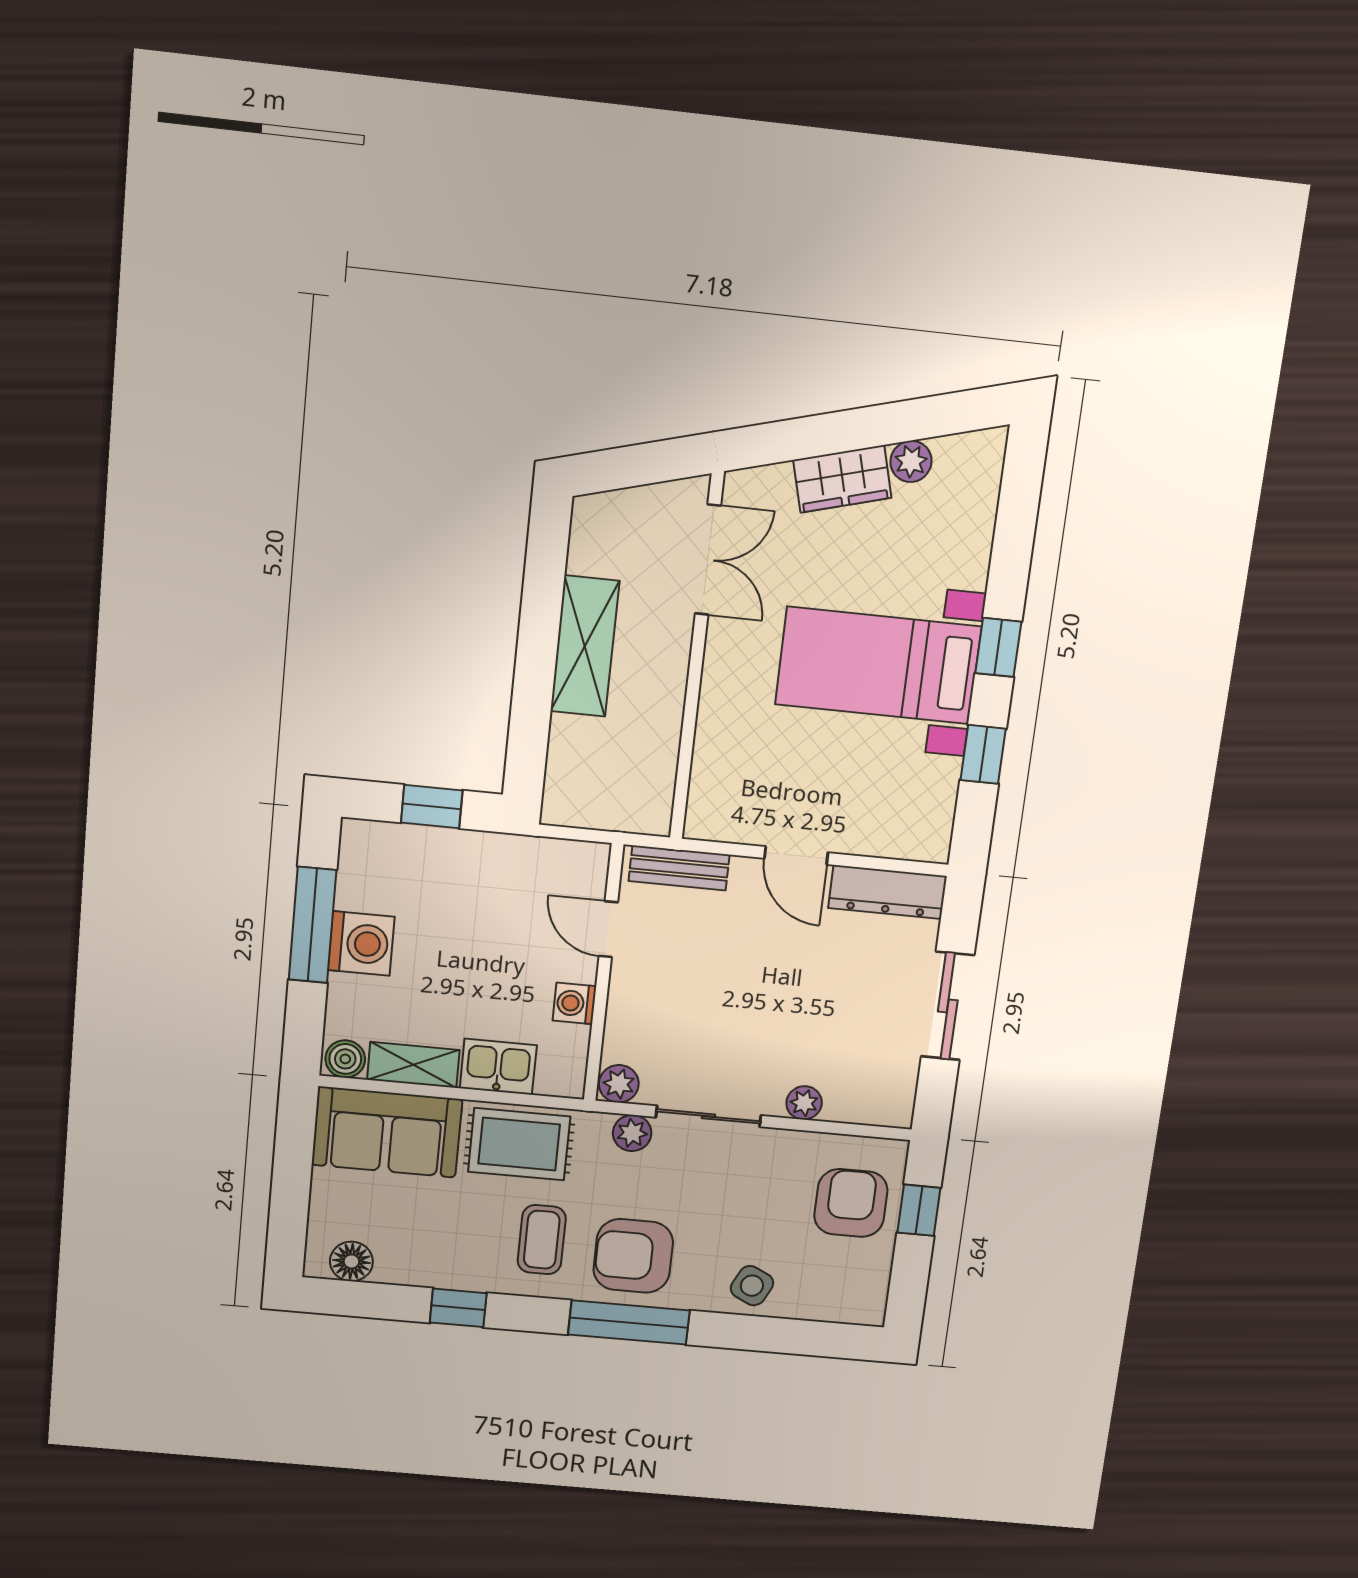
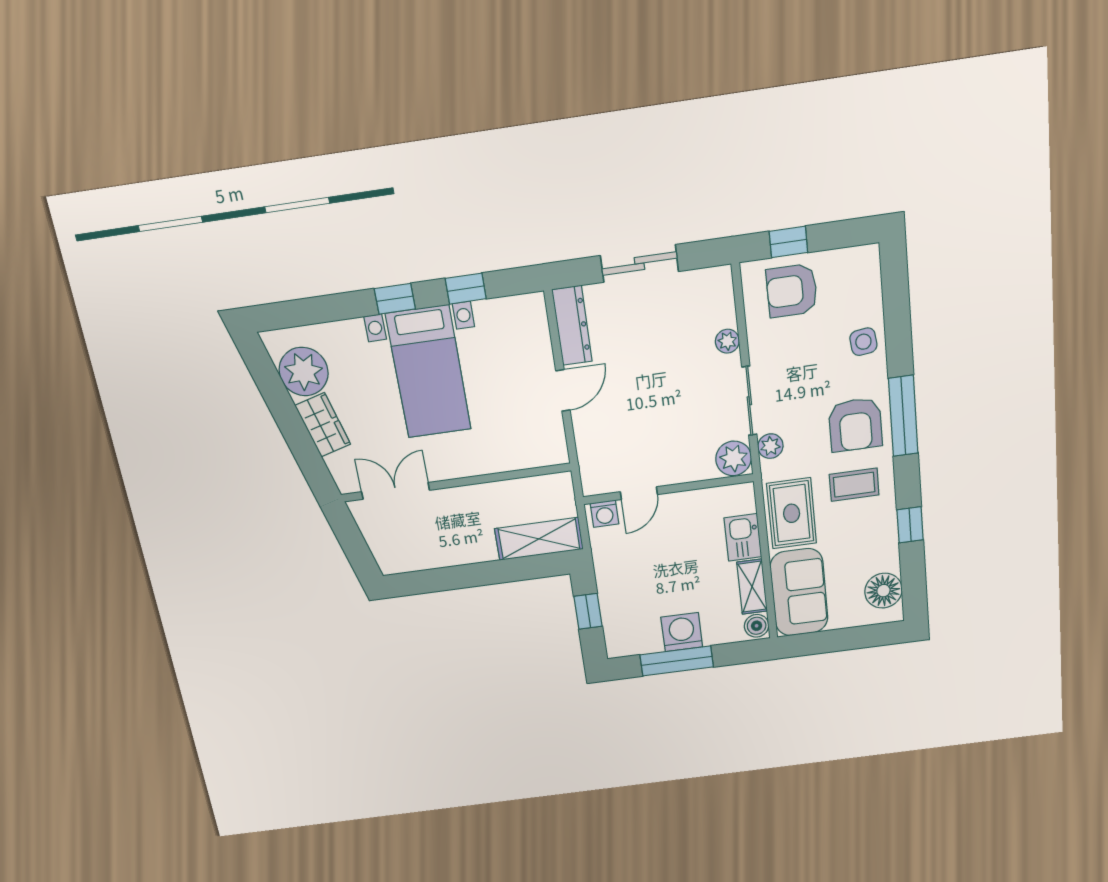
plant: (911, 461) -> (304, 372), width x1.87, depth x1.87
shelving: (585, 646) -> (539, 539), moved
bench: (679, 868) -> (589, 460), removed
washing machine: (574, 1003) -> (604, 514), moved
plant: (619, 1084) -> (734, 458), width x1.38, depth x1.38
floor lamp: (351, 1261) -> (883, 591), width x1.38, depth x1.38
side table: (752, 1286) -> (863, 342), turned -33

